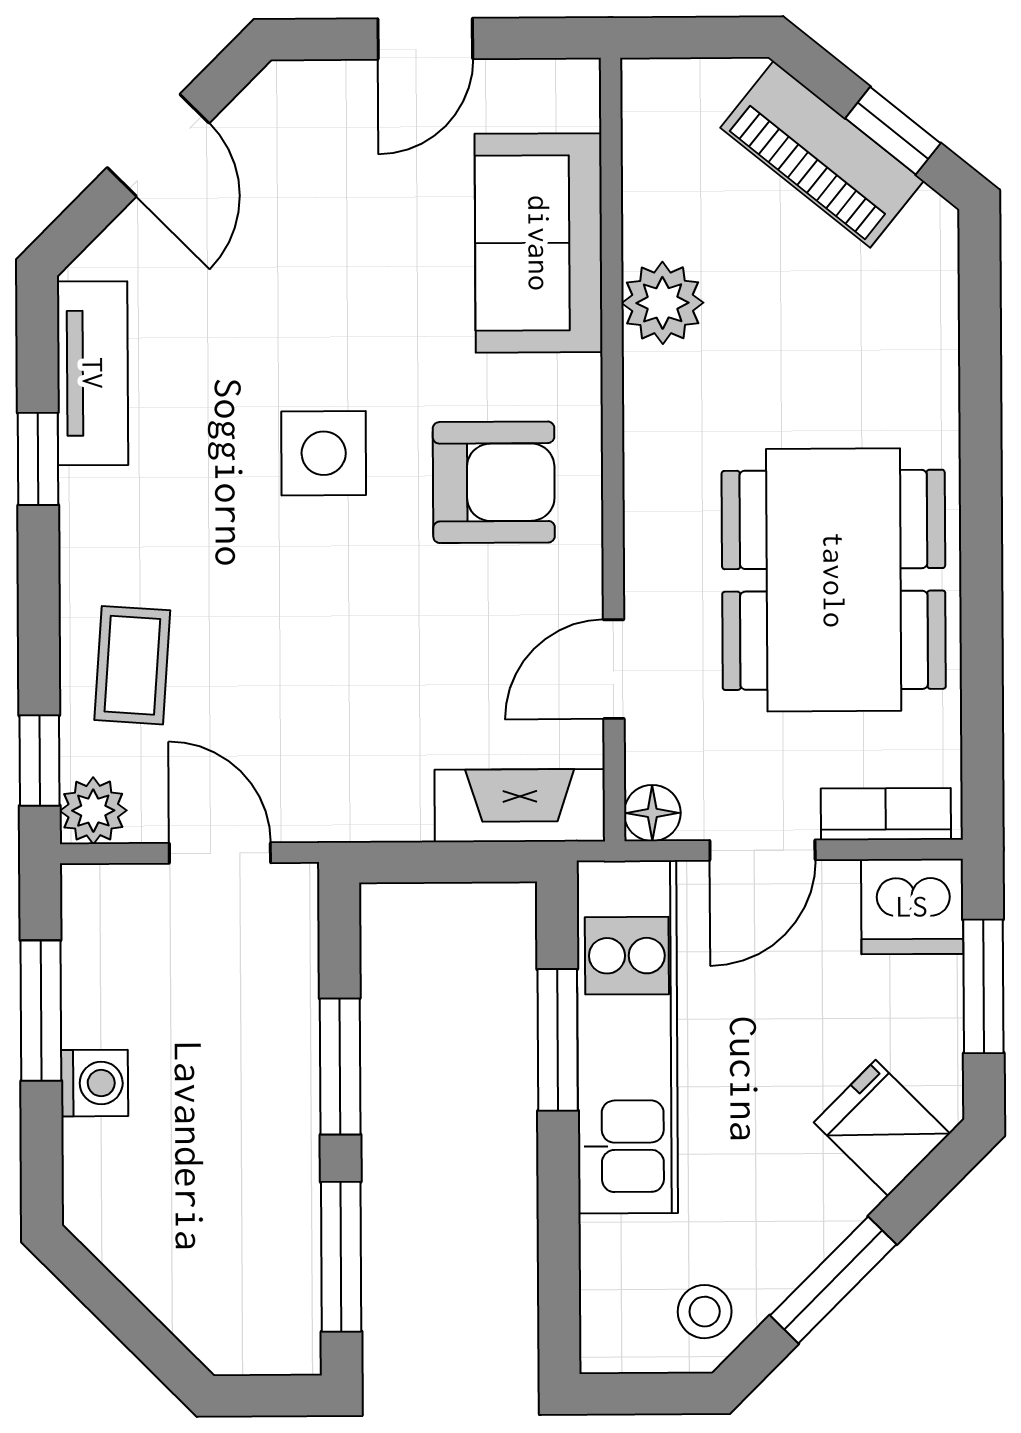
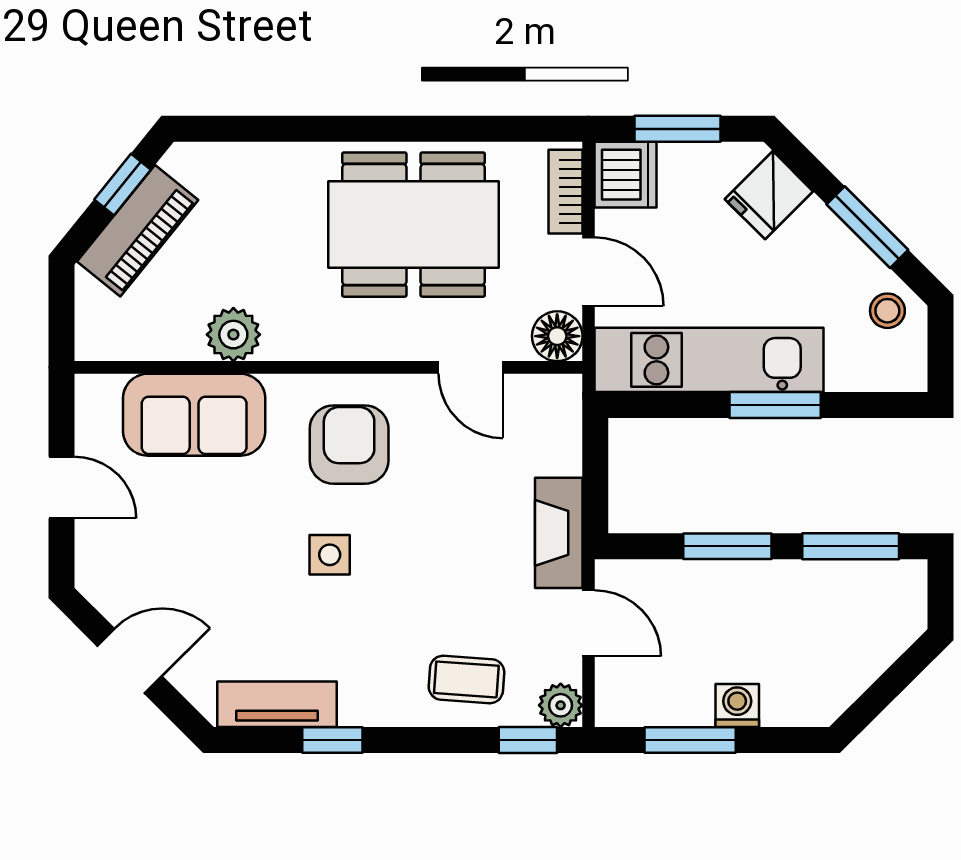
side table: (324, 453) -> (330, 555), width x0.73, depth x0.73
fireplace: (520, 806) -> (559, 533), moved
floor lamp: (652, 813) -> (557, 336), width x1.37, depth x1.37
door: (220, 853) -> (589, 623), swing flipped
window: (558, 1040) -> (775, 405), moved

